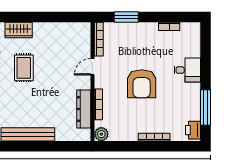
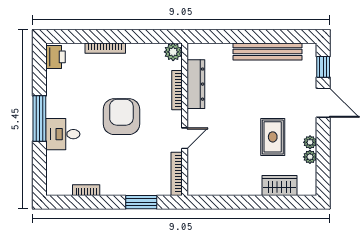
window: (206, 107) -> (39, 118), moved

